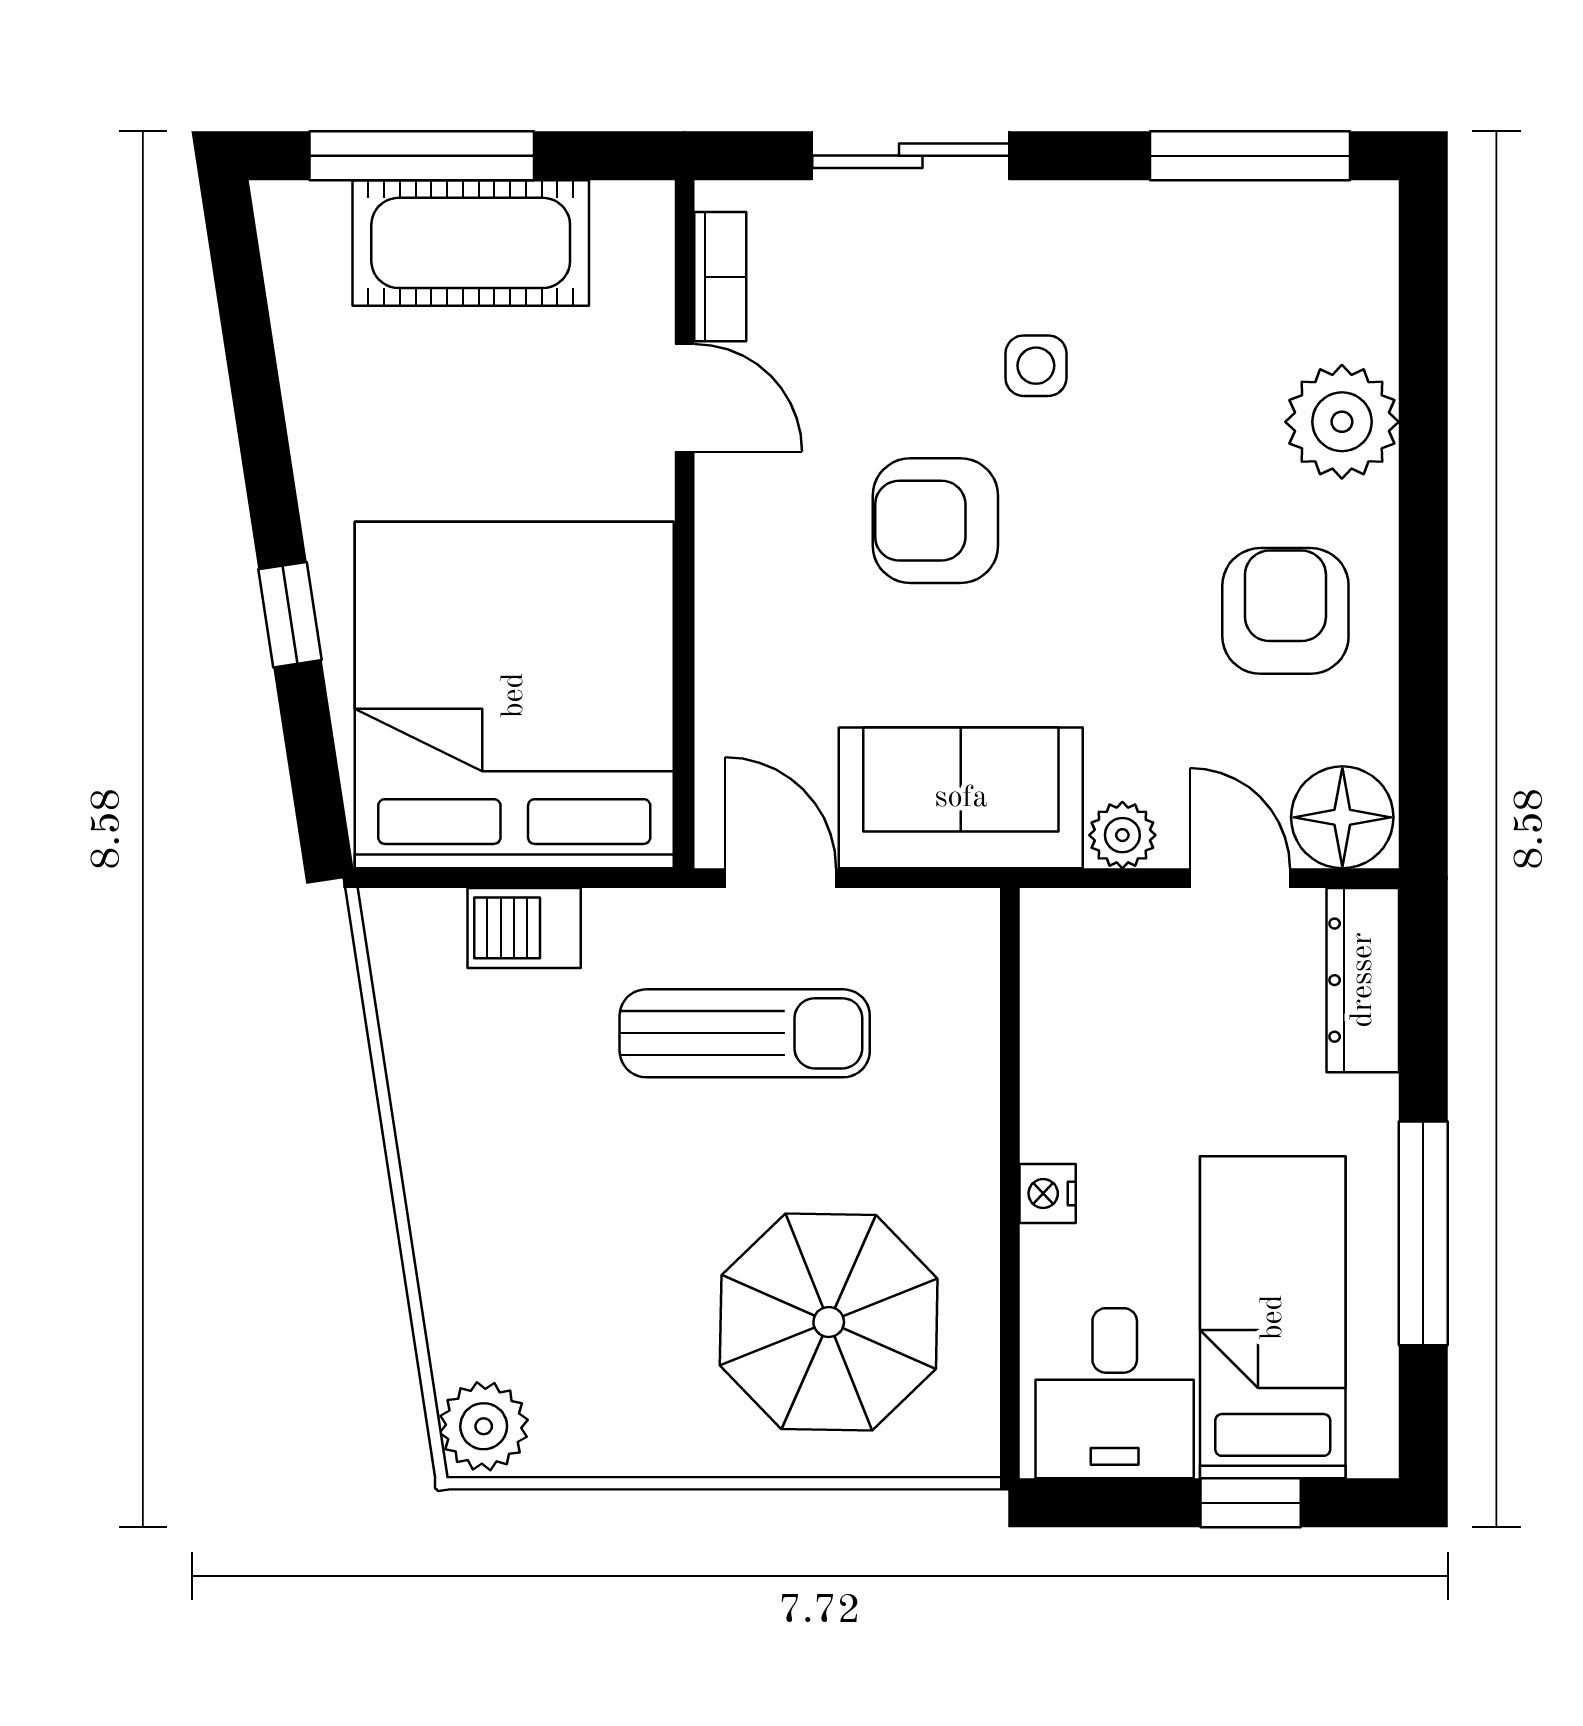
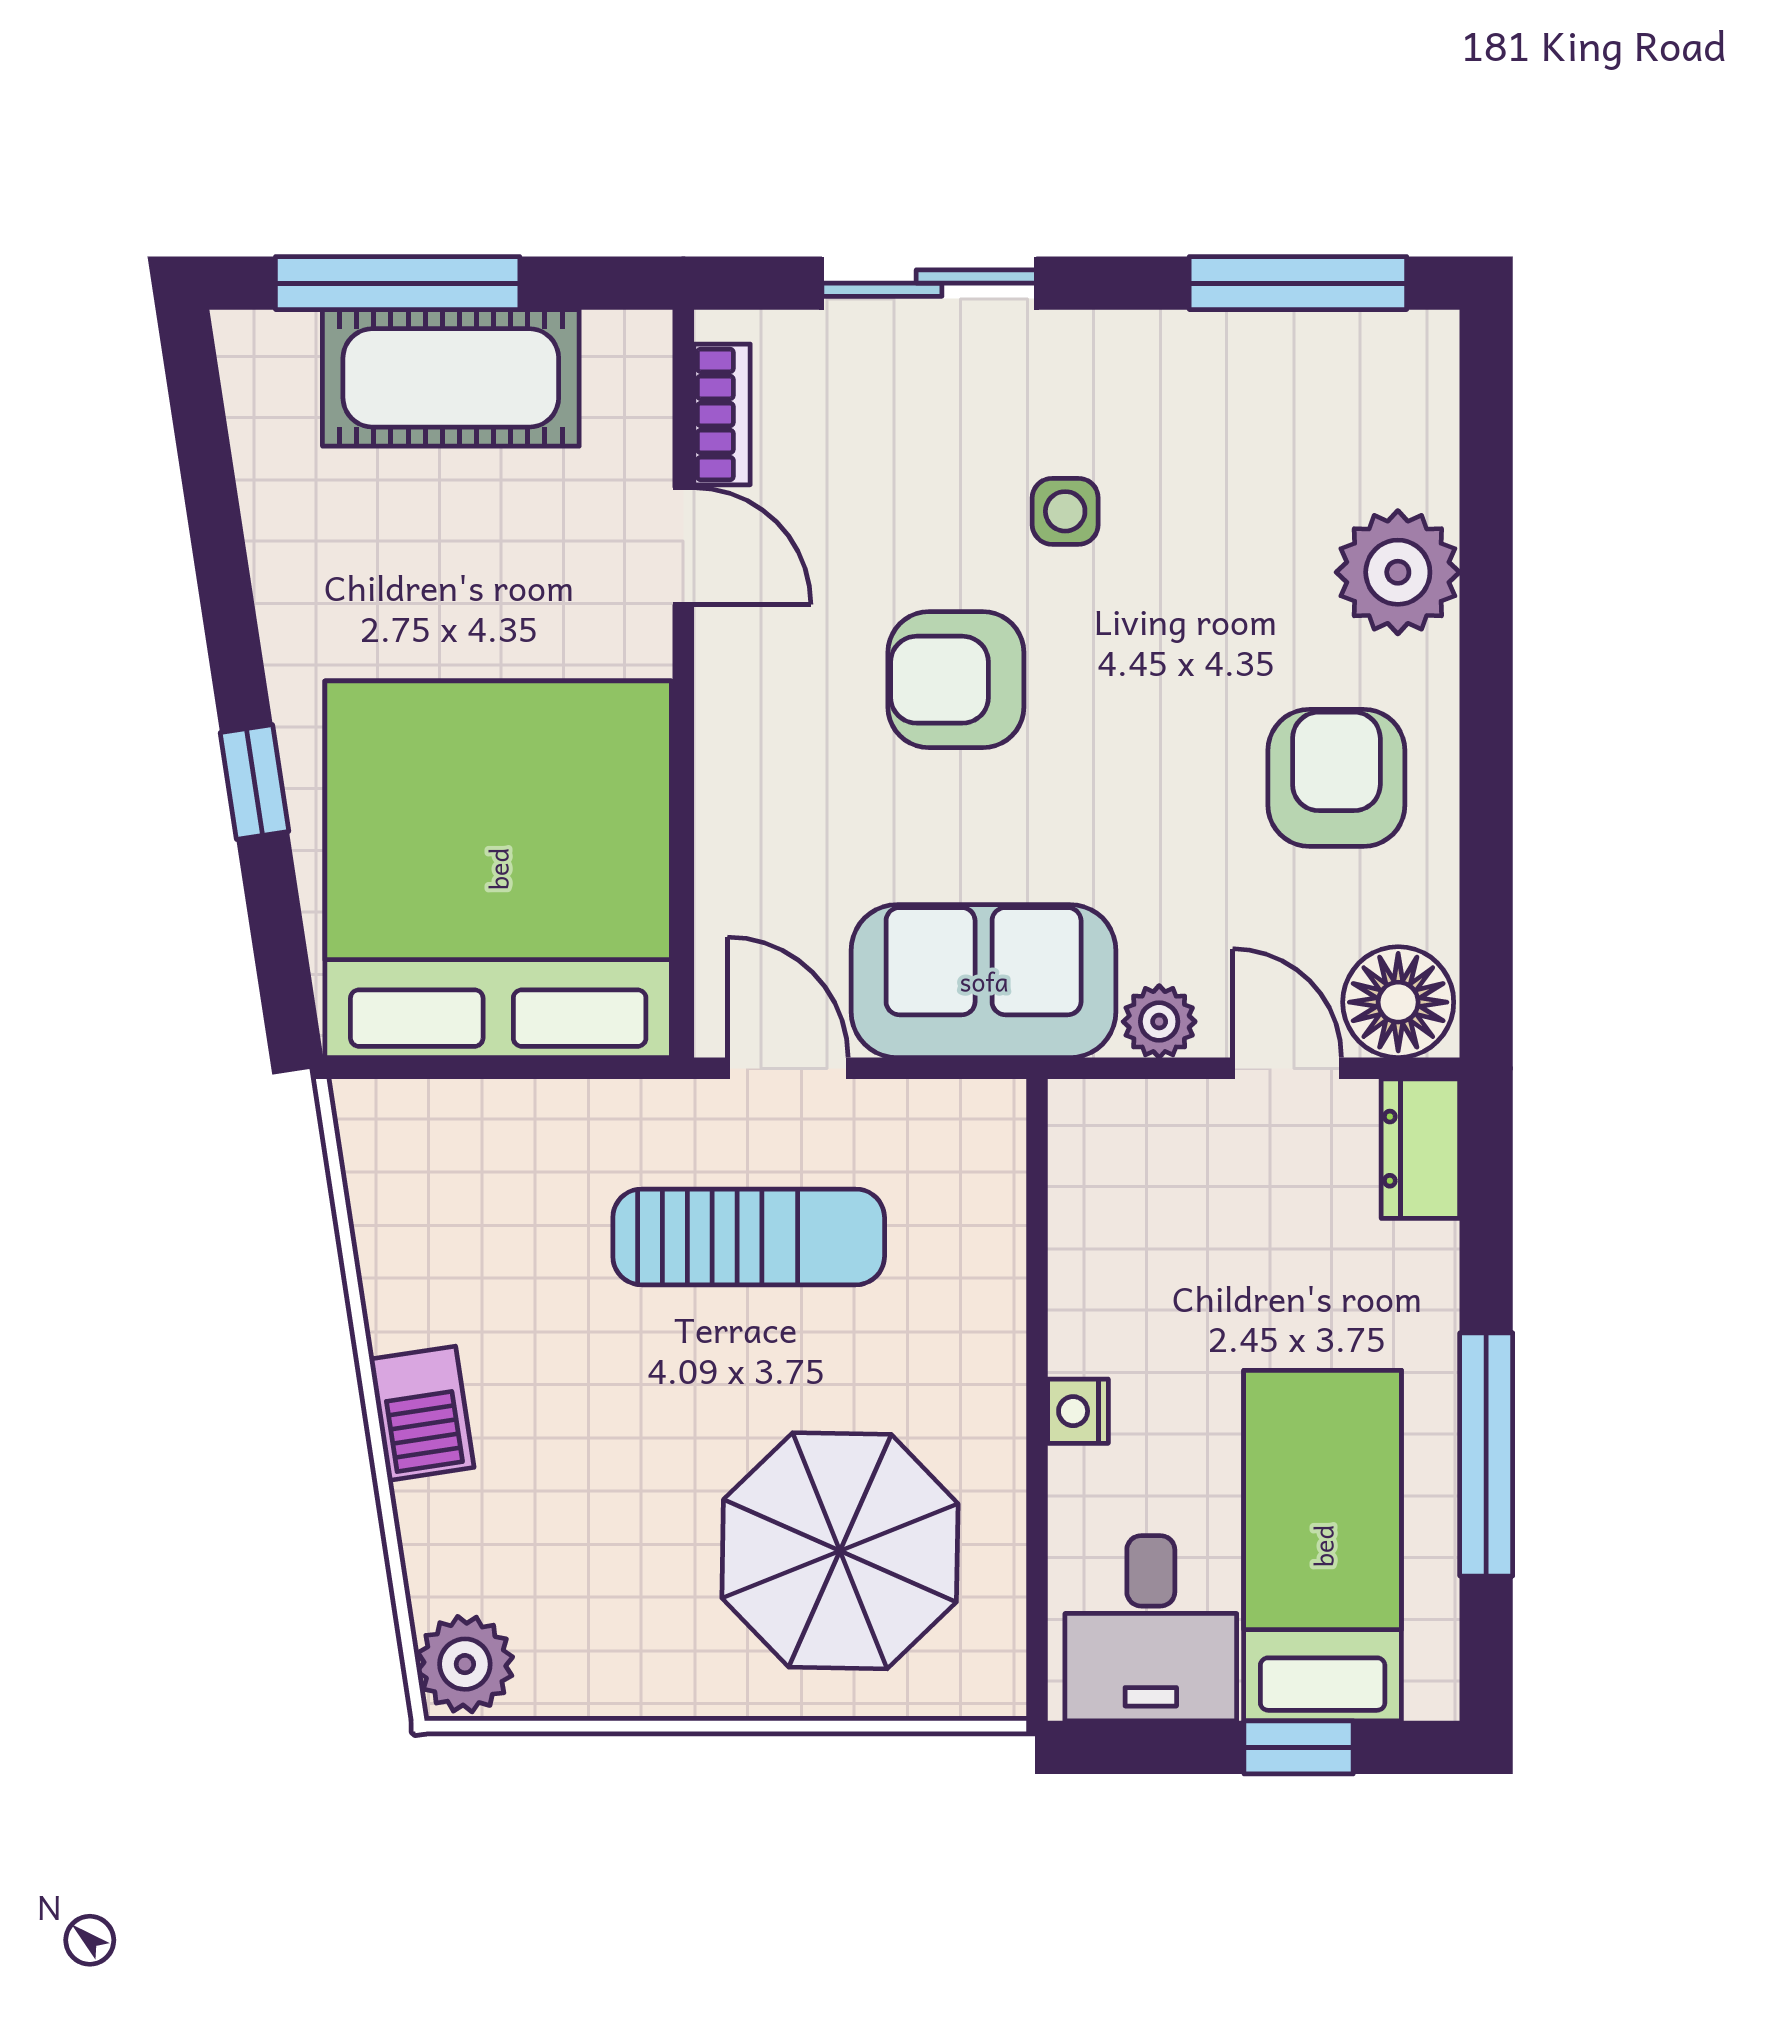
barbecue: (524, 928) -> (422, 1413), moved, turned -99
dresser: (1363, 980) -> (1420, 1149), width x0.70

